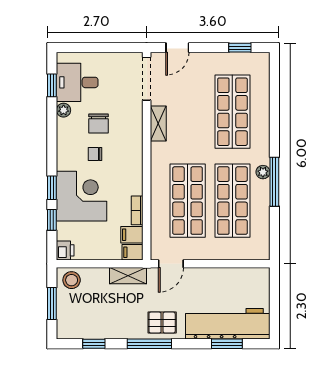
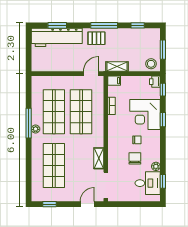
window: (52, 220) -> (163, 90), moved
filing cabinet: (132, 235) -> (115, 91), removed

